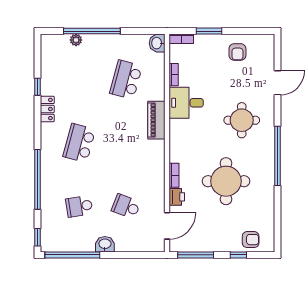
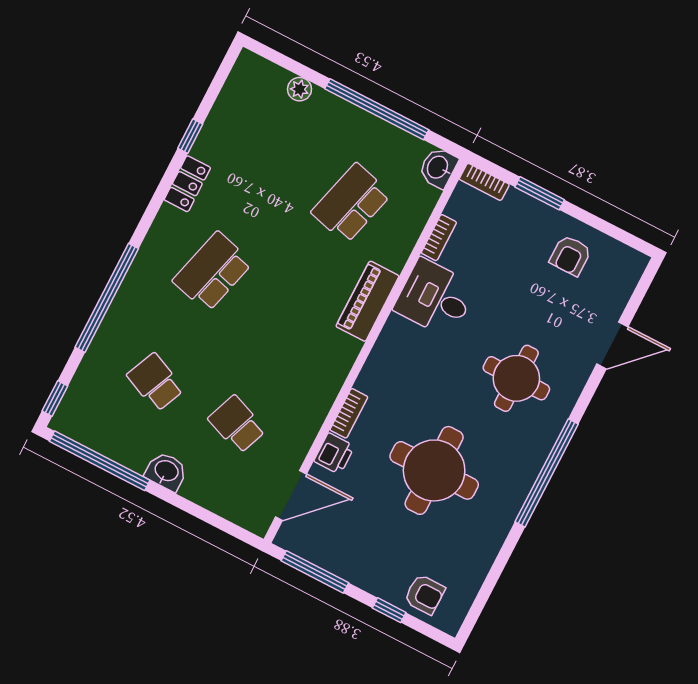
window: (92, 31) -> (377, 109), moved
school desk: (79, 206) -> (155, 382), turned 33

